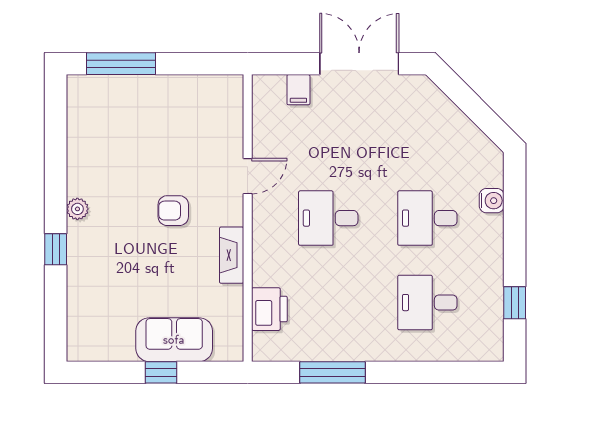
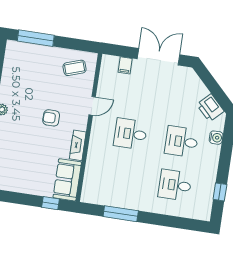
coffee table: (203, 109) -> (75, 68), added
printer: (269, 309) -> (210, 108), moved, turned 135
sofa: (174, 340) -> (67, 180), moved, turned -90
window: (161, 372) -> (51, 203), moved

